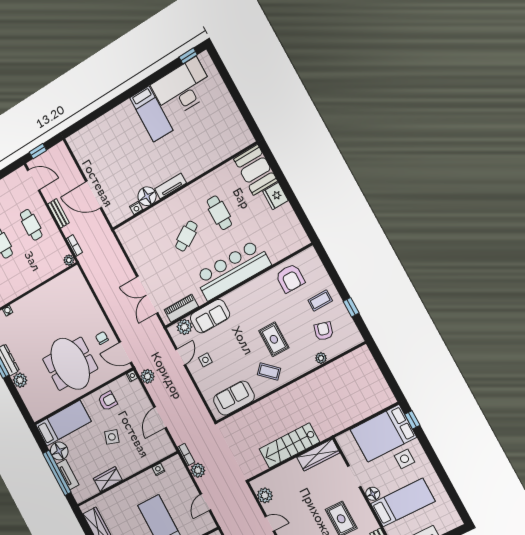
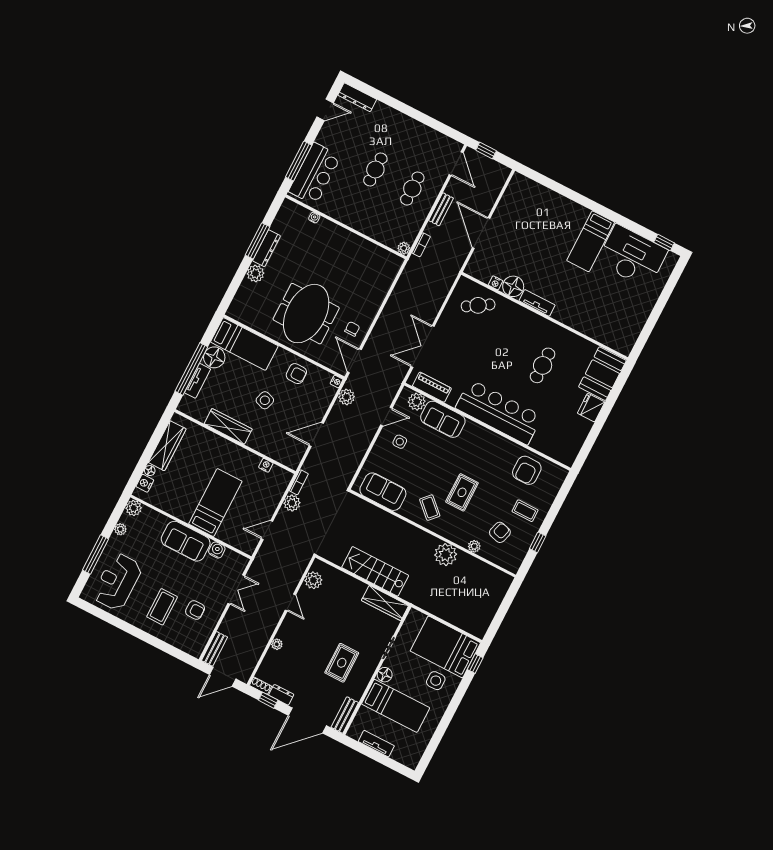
cafe table: (186, 236) -> (478, 305), moved
plant: (313, 384) -> (446, 555), added
wardrobe: (108, 479) -> (228, 426), width x1.50

